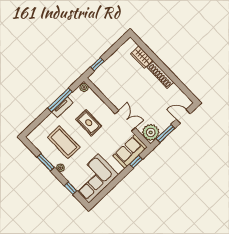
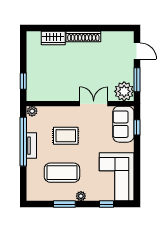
window: (60, 100) -> (23, 142), width x1.46
door: (183, 116) -> (137, 51), swing flipped

